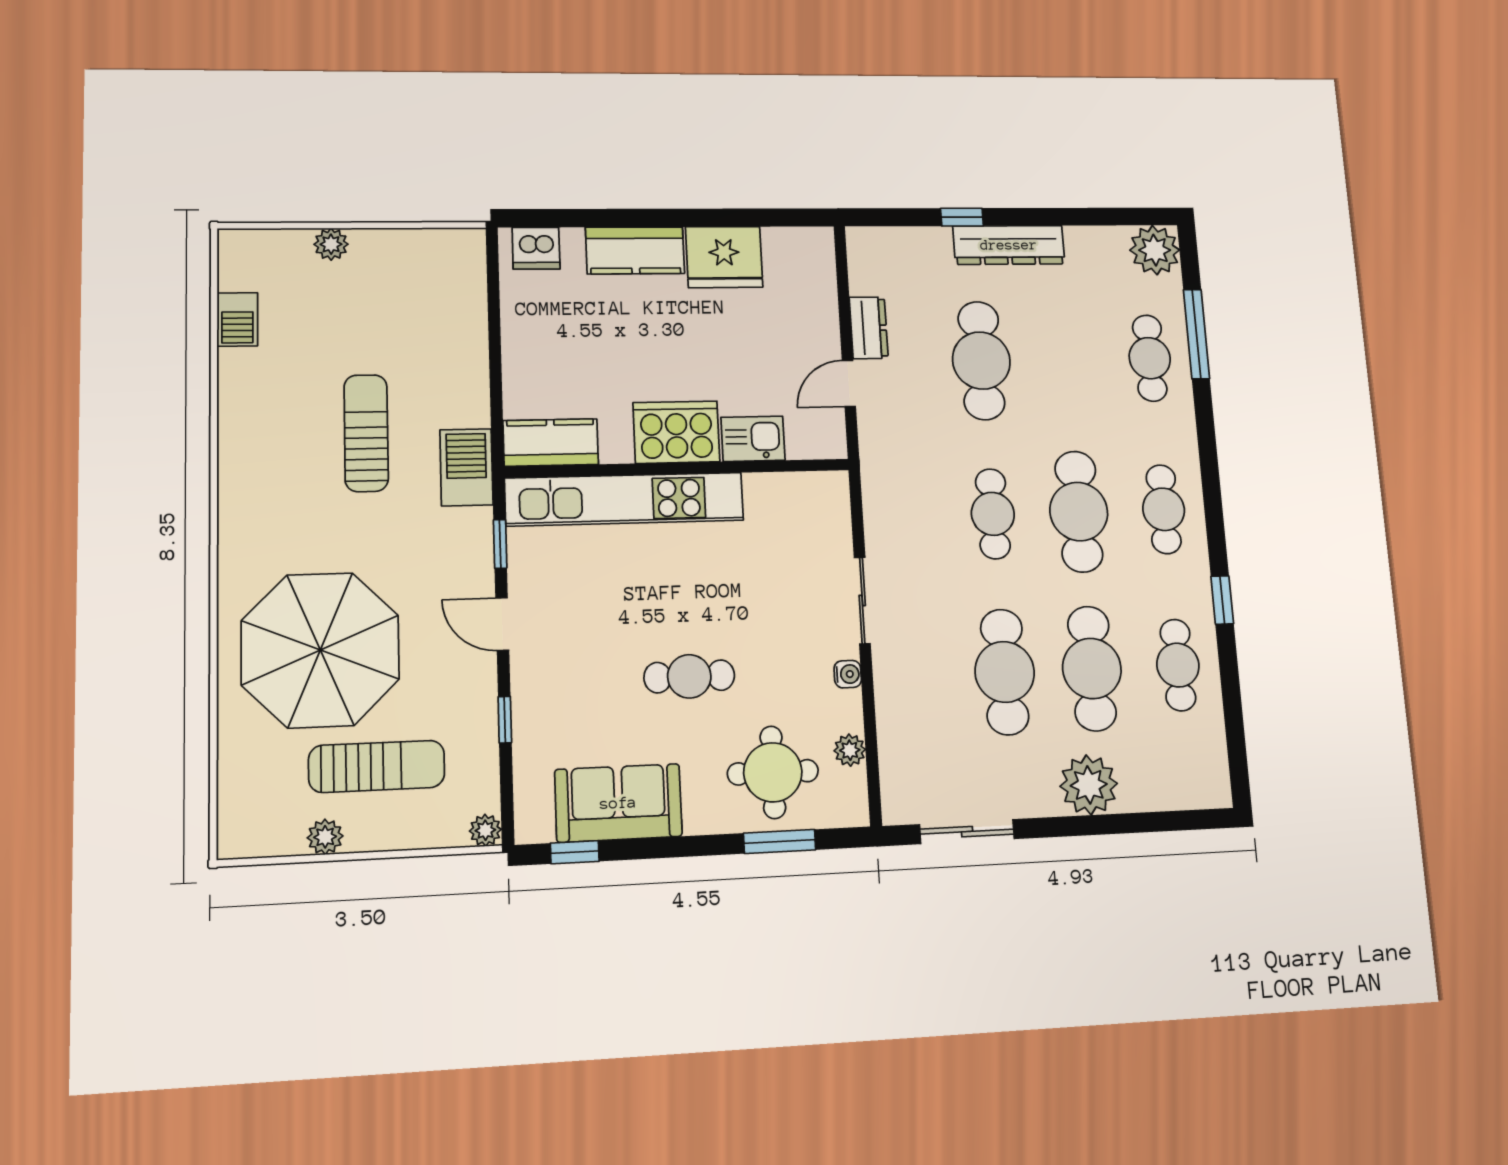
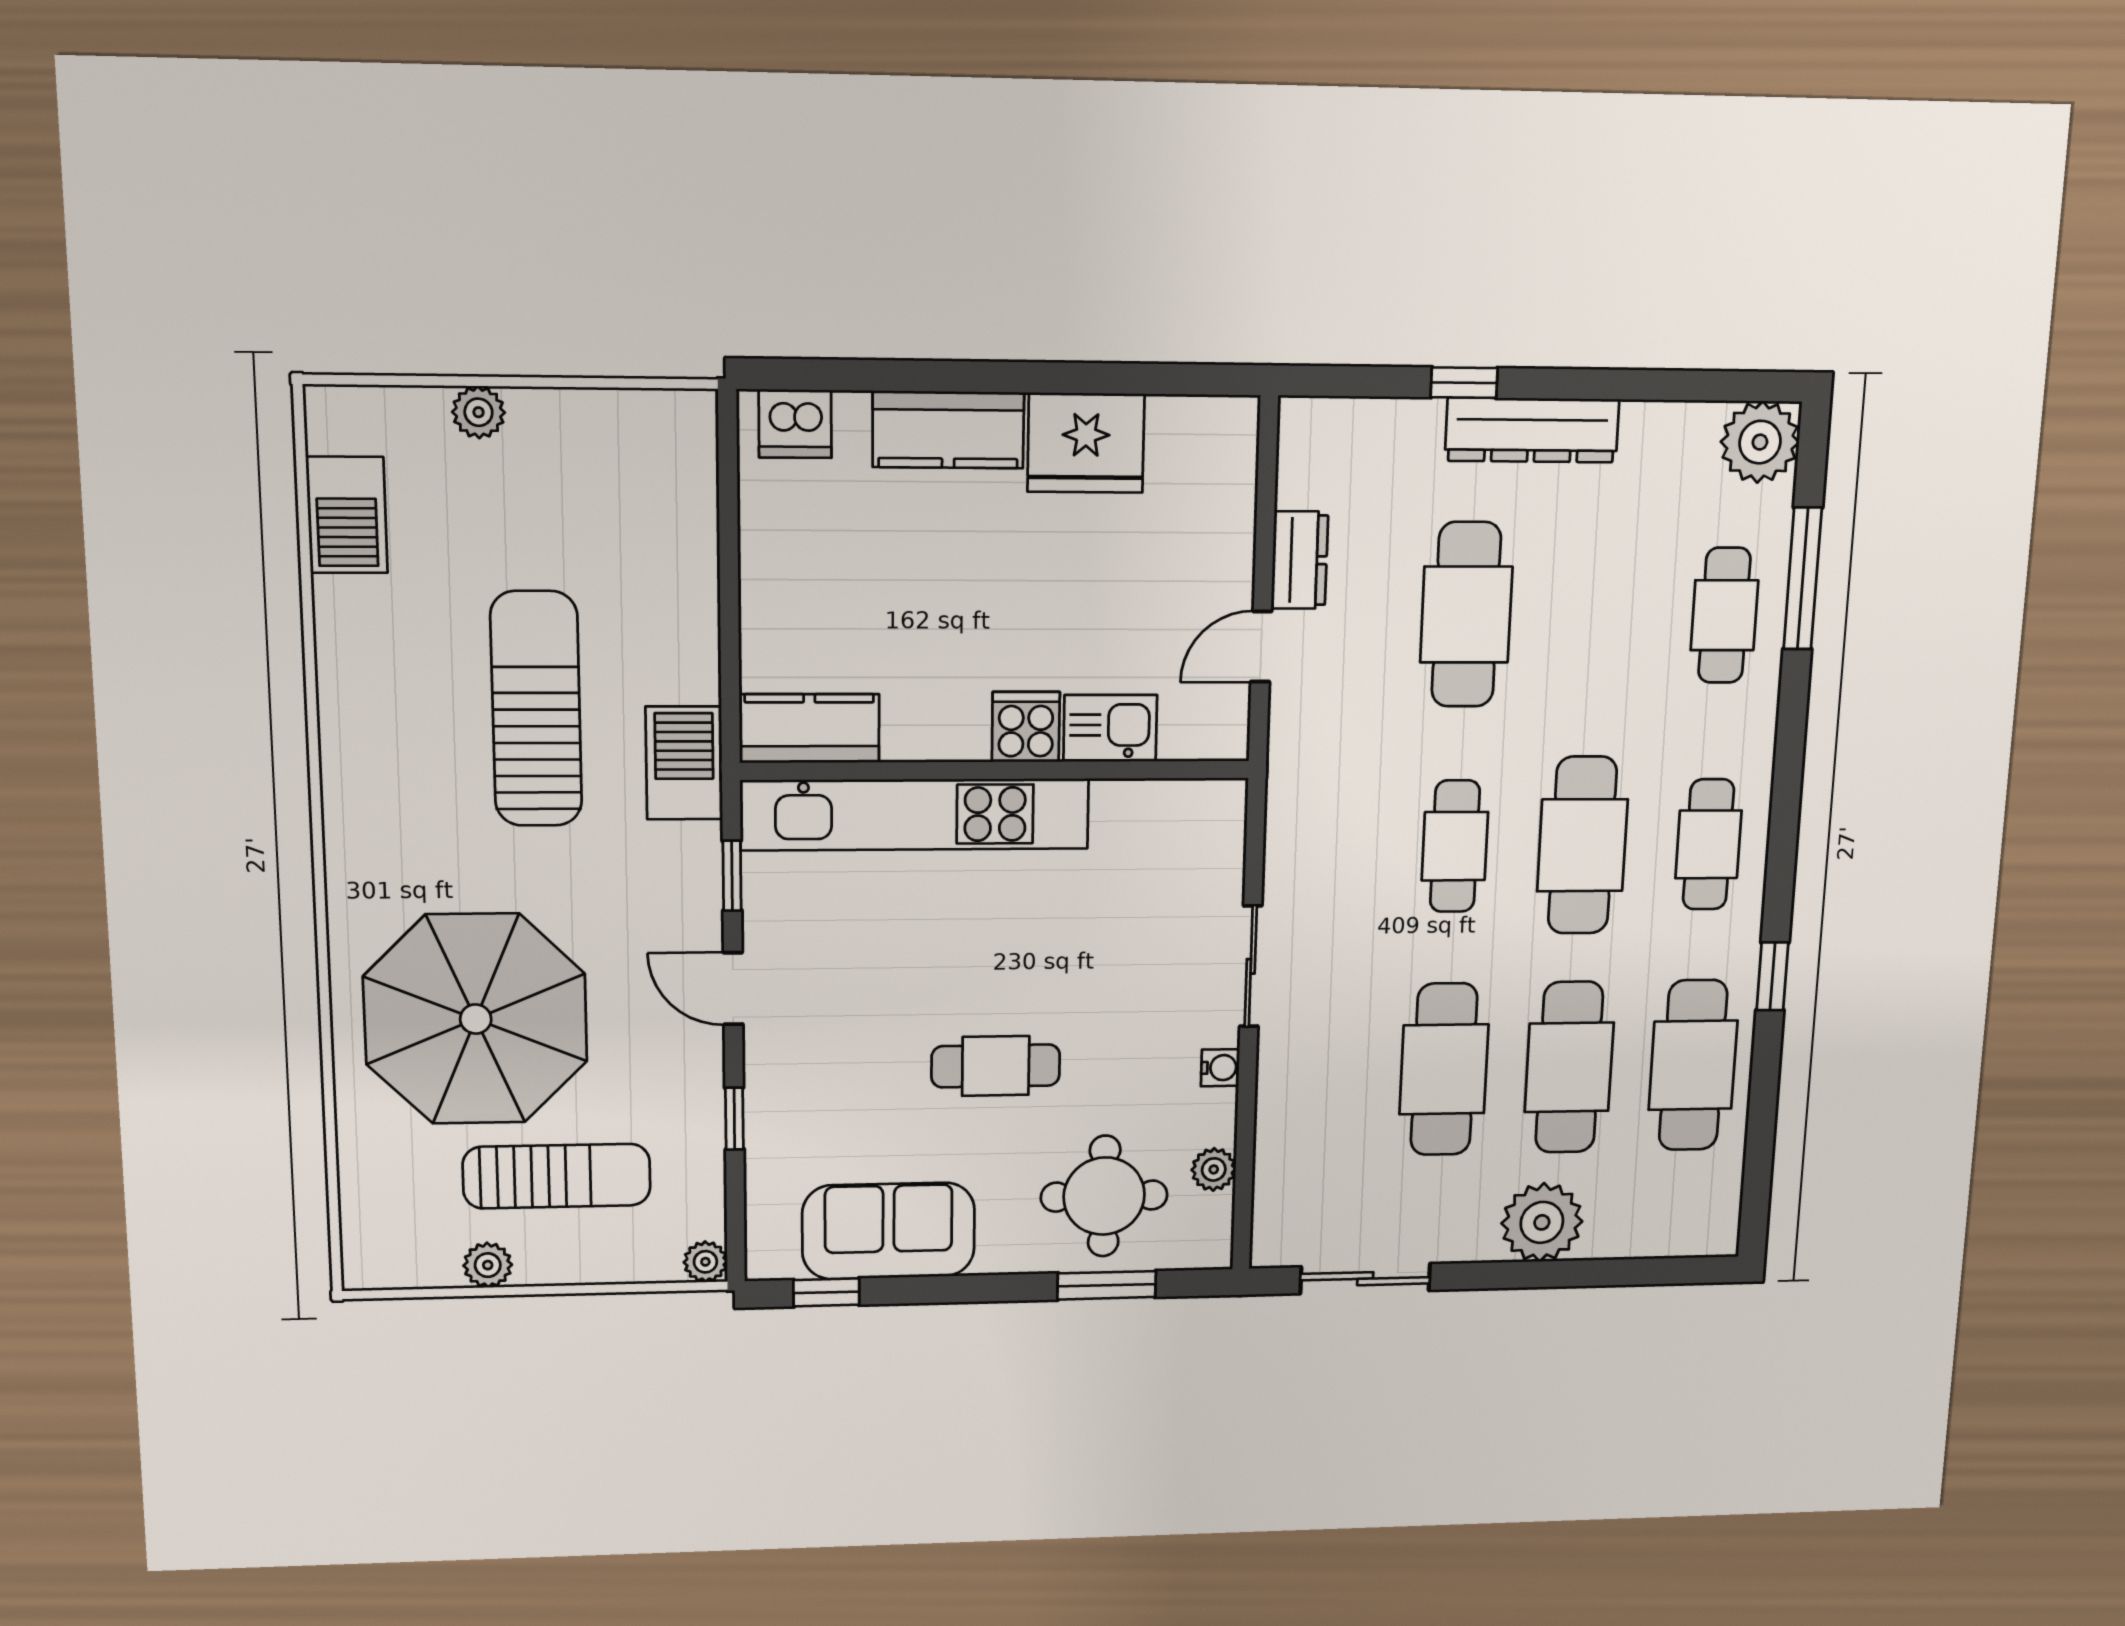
barbecue: (237, 319) -> (347, 515), width x1.38, depth x1.27
cooker: (676, 432) -> (1026, 727), width x0.53, depth x0.76
sun lounger: (366, 433) -> (536, 709), width x1.36, depth x1.34
cafe table: (1178, 665) -> (1693, 1065), width x1.37, depth x1.35

